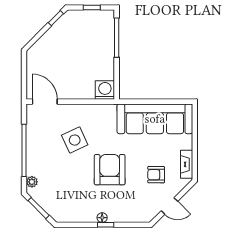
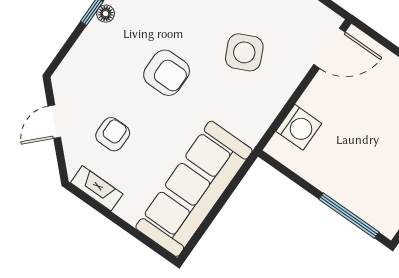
washing machine: (105, 90) -> (299, 127), moved
armchair: (110, 170) -> (167, 73), width x0.73, depth x0.73

